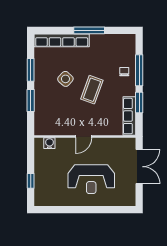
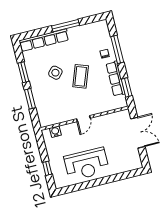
window: (139, 103) -> (127, 87), moved
row of seats: (129, 116) -> (116, 79), moved
reception desk: (91, 179) -> (87, 164), moved

